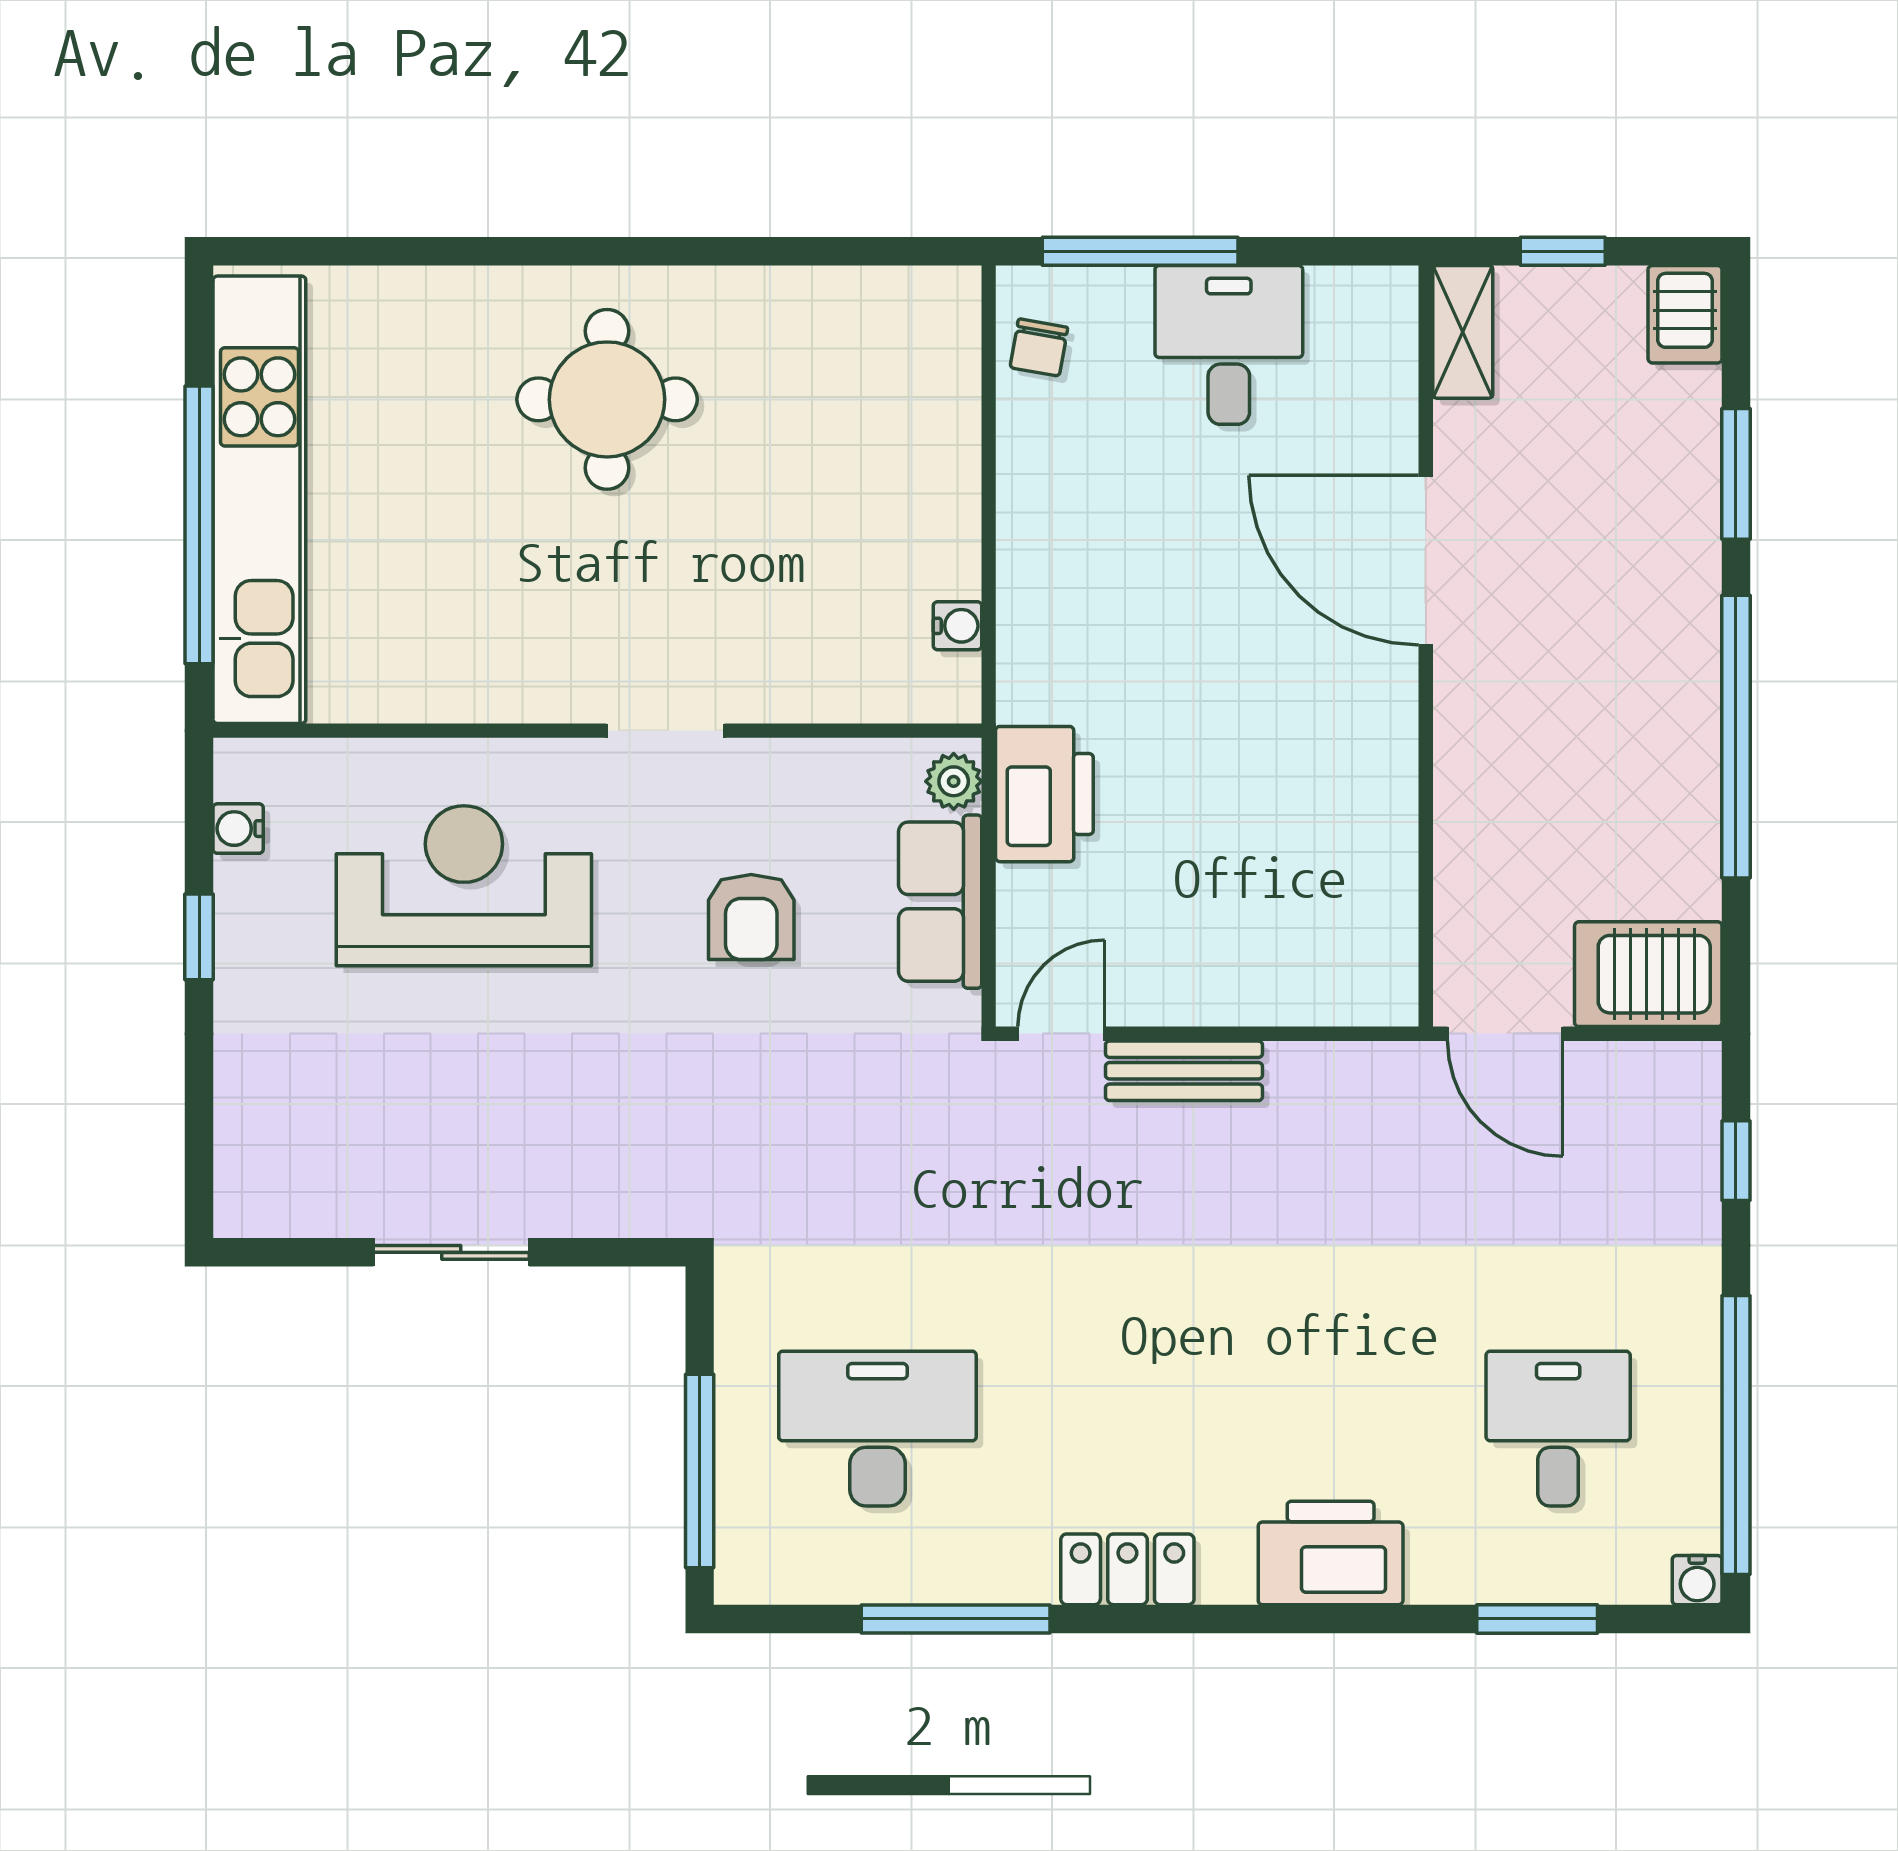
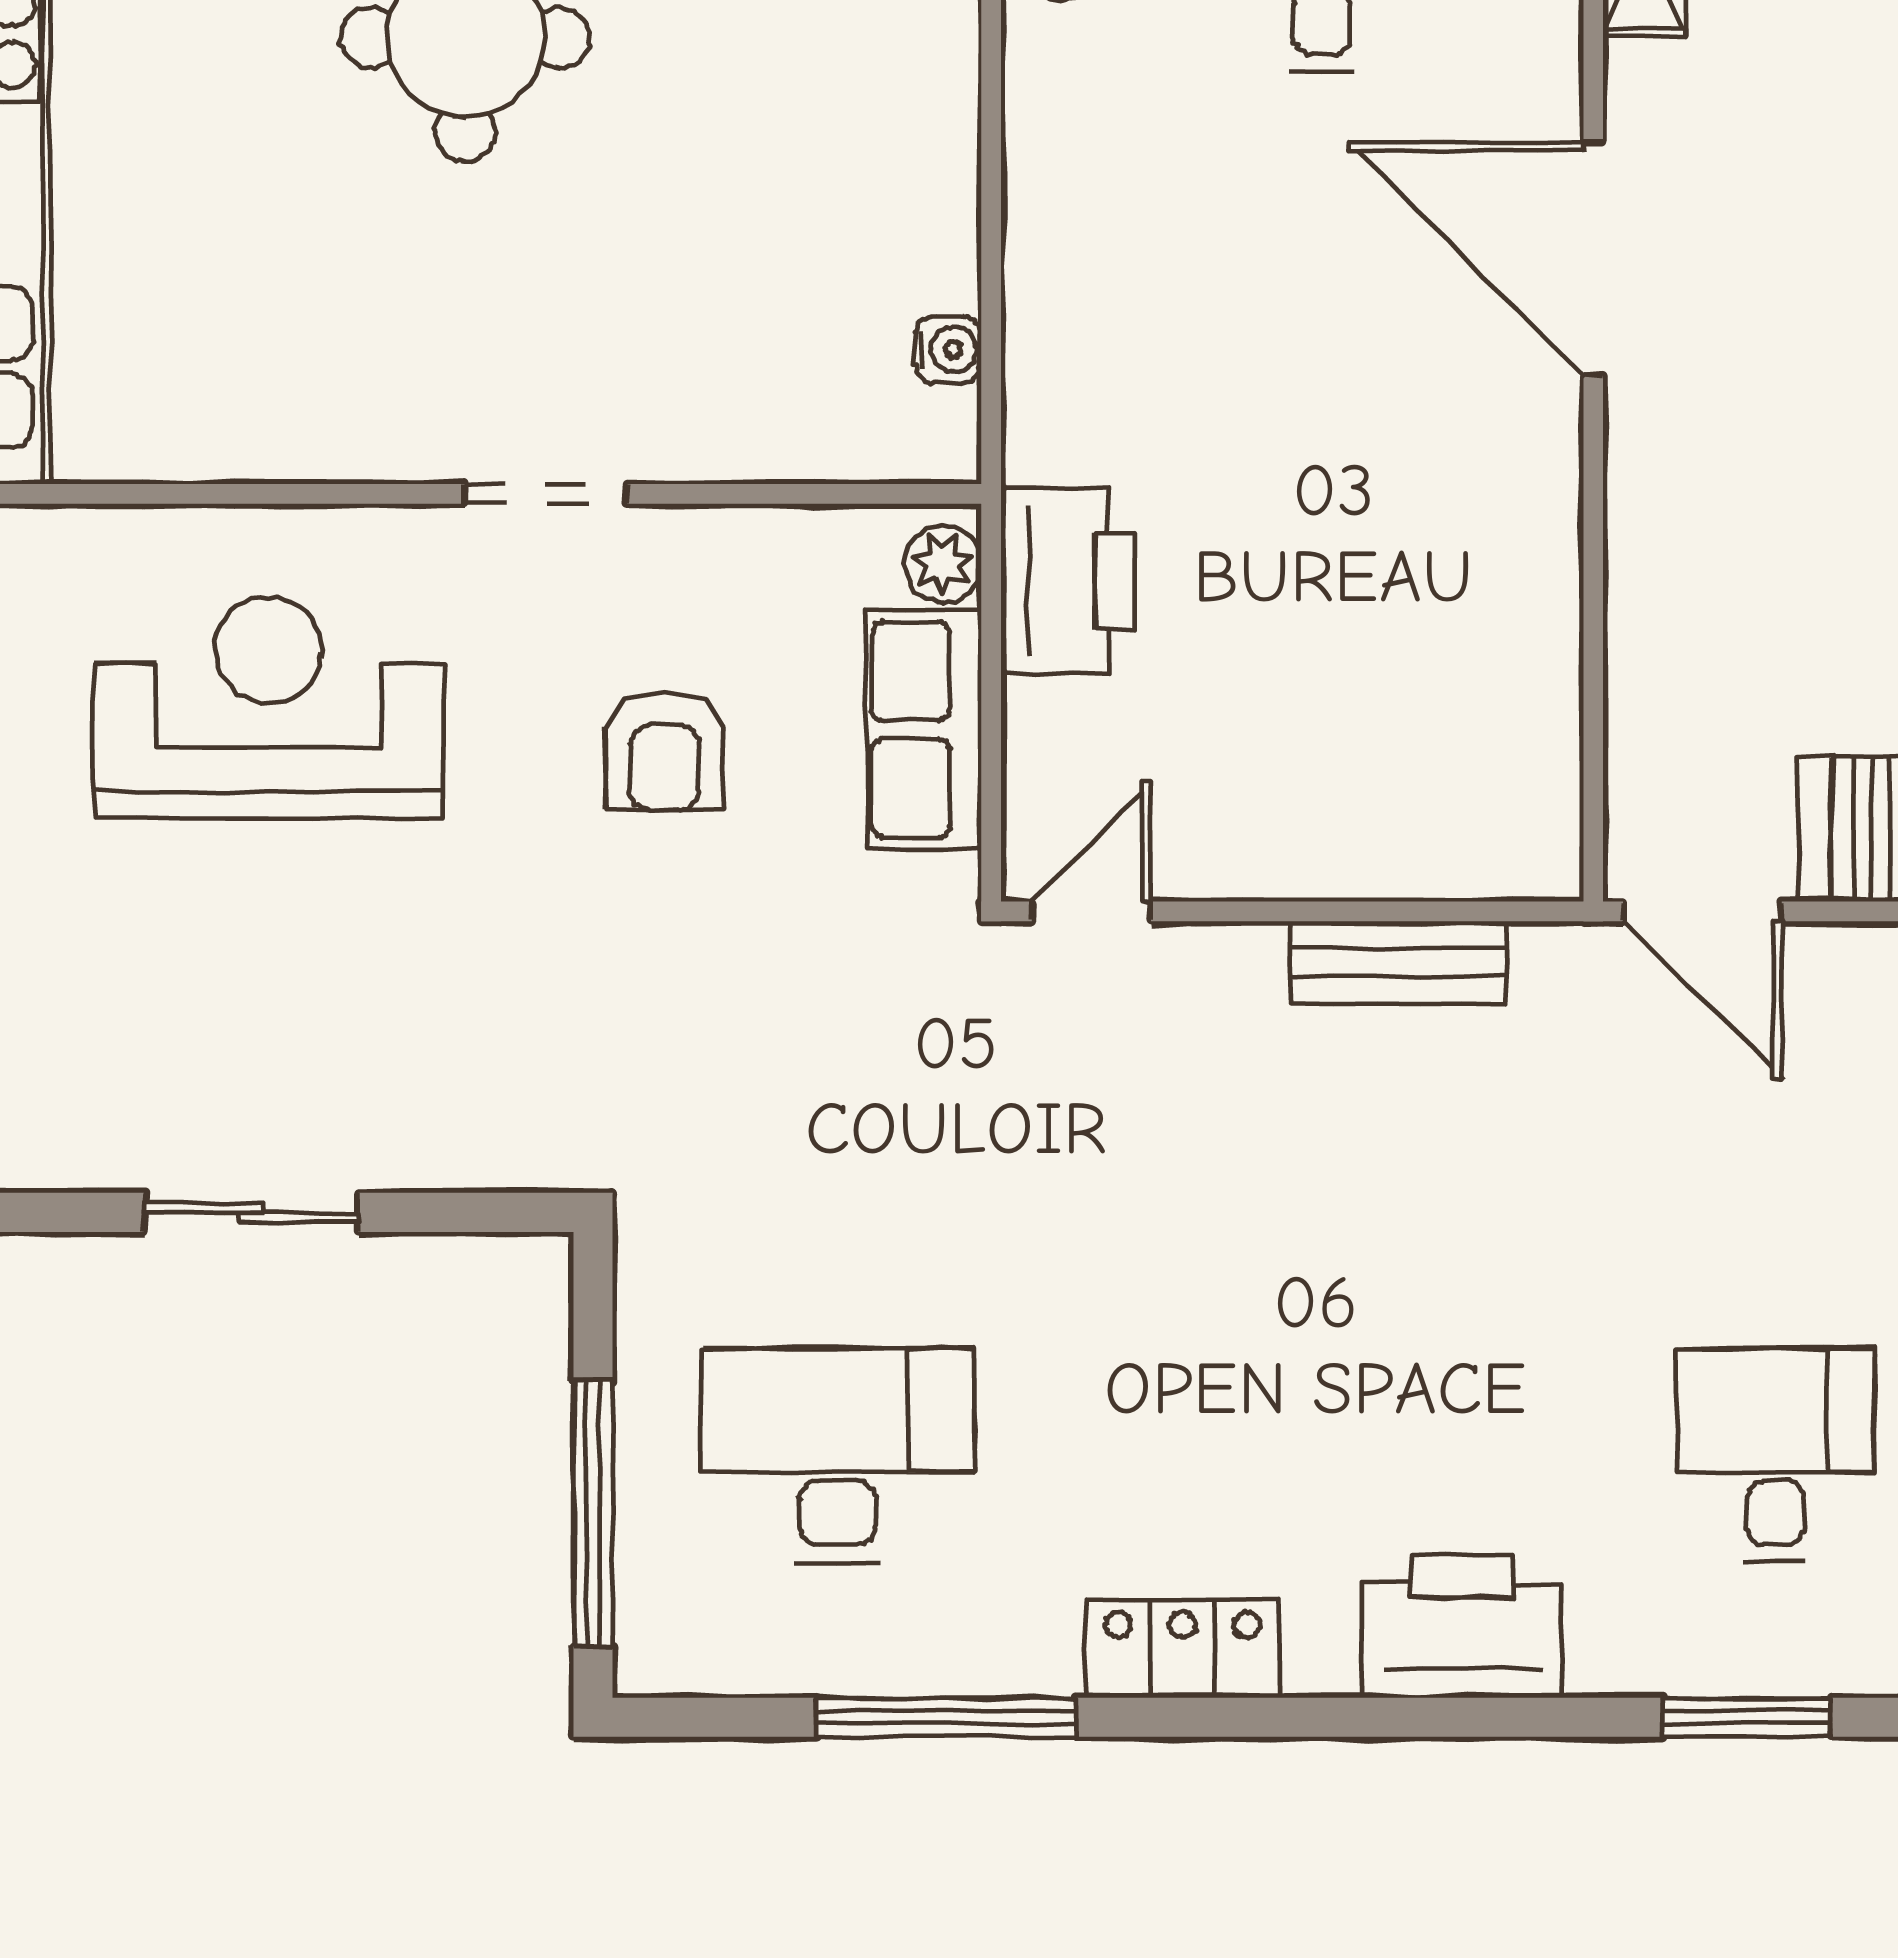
bench: (1184, 1071) -> (1399, 962), moved

